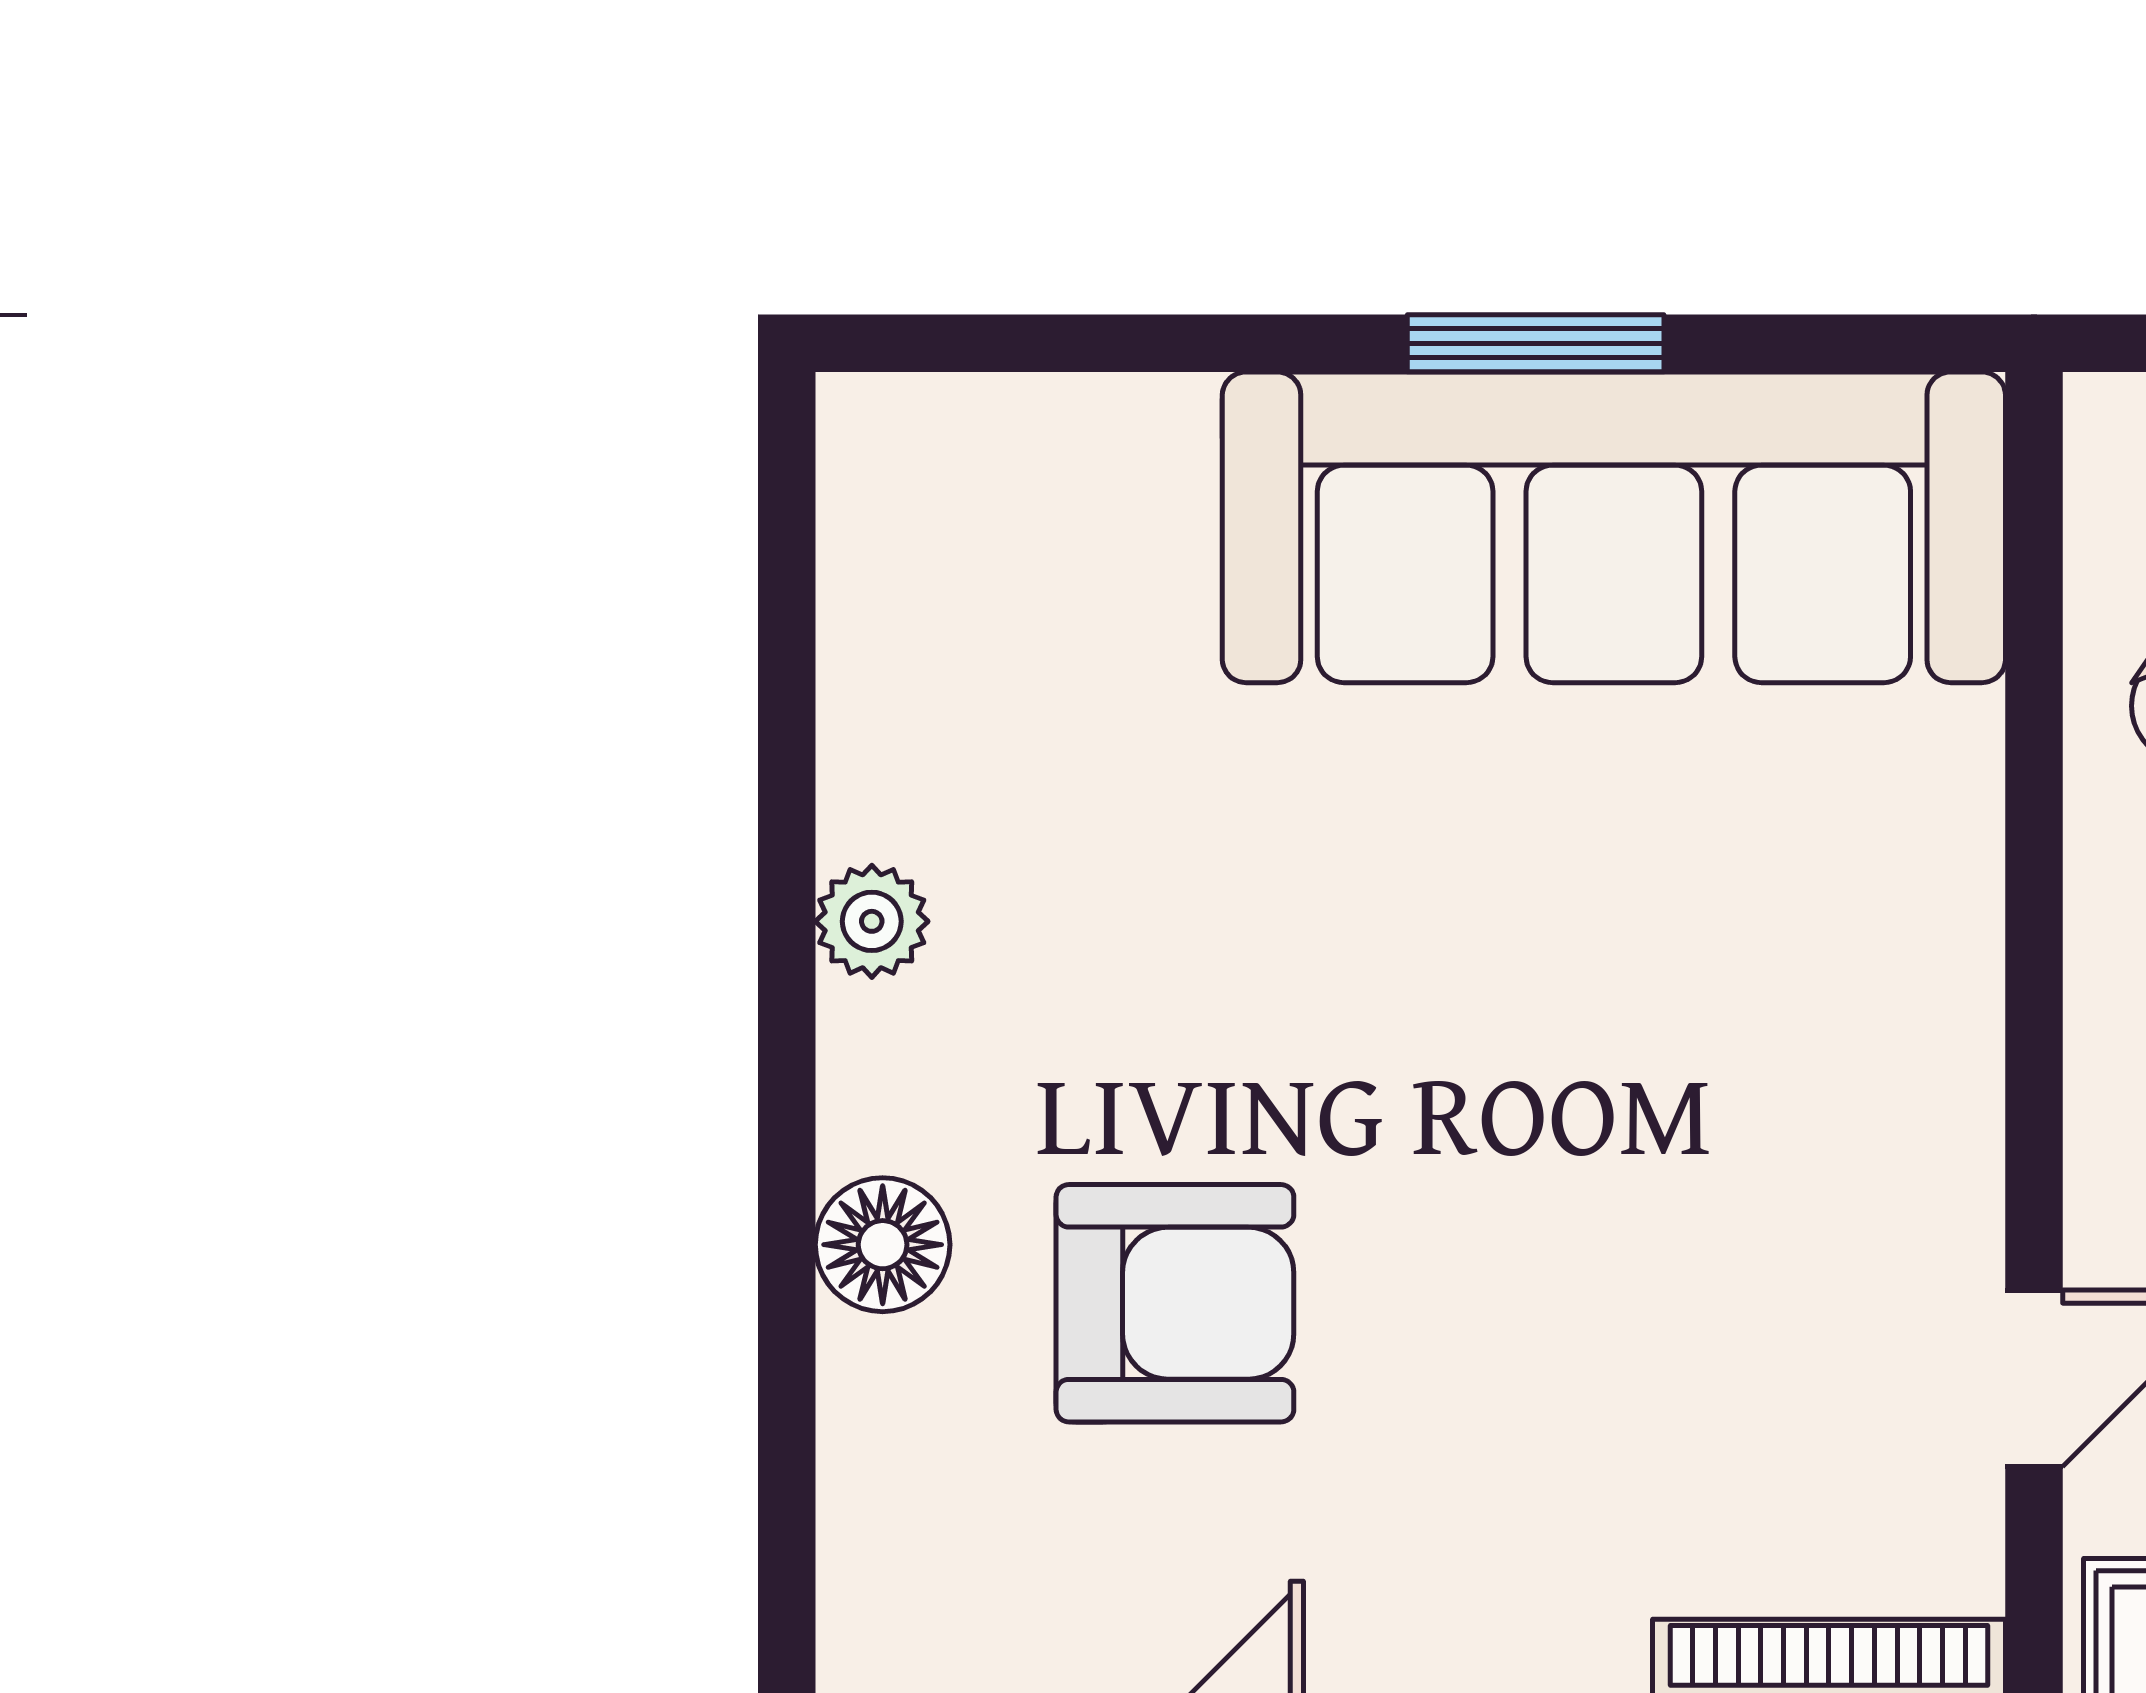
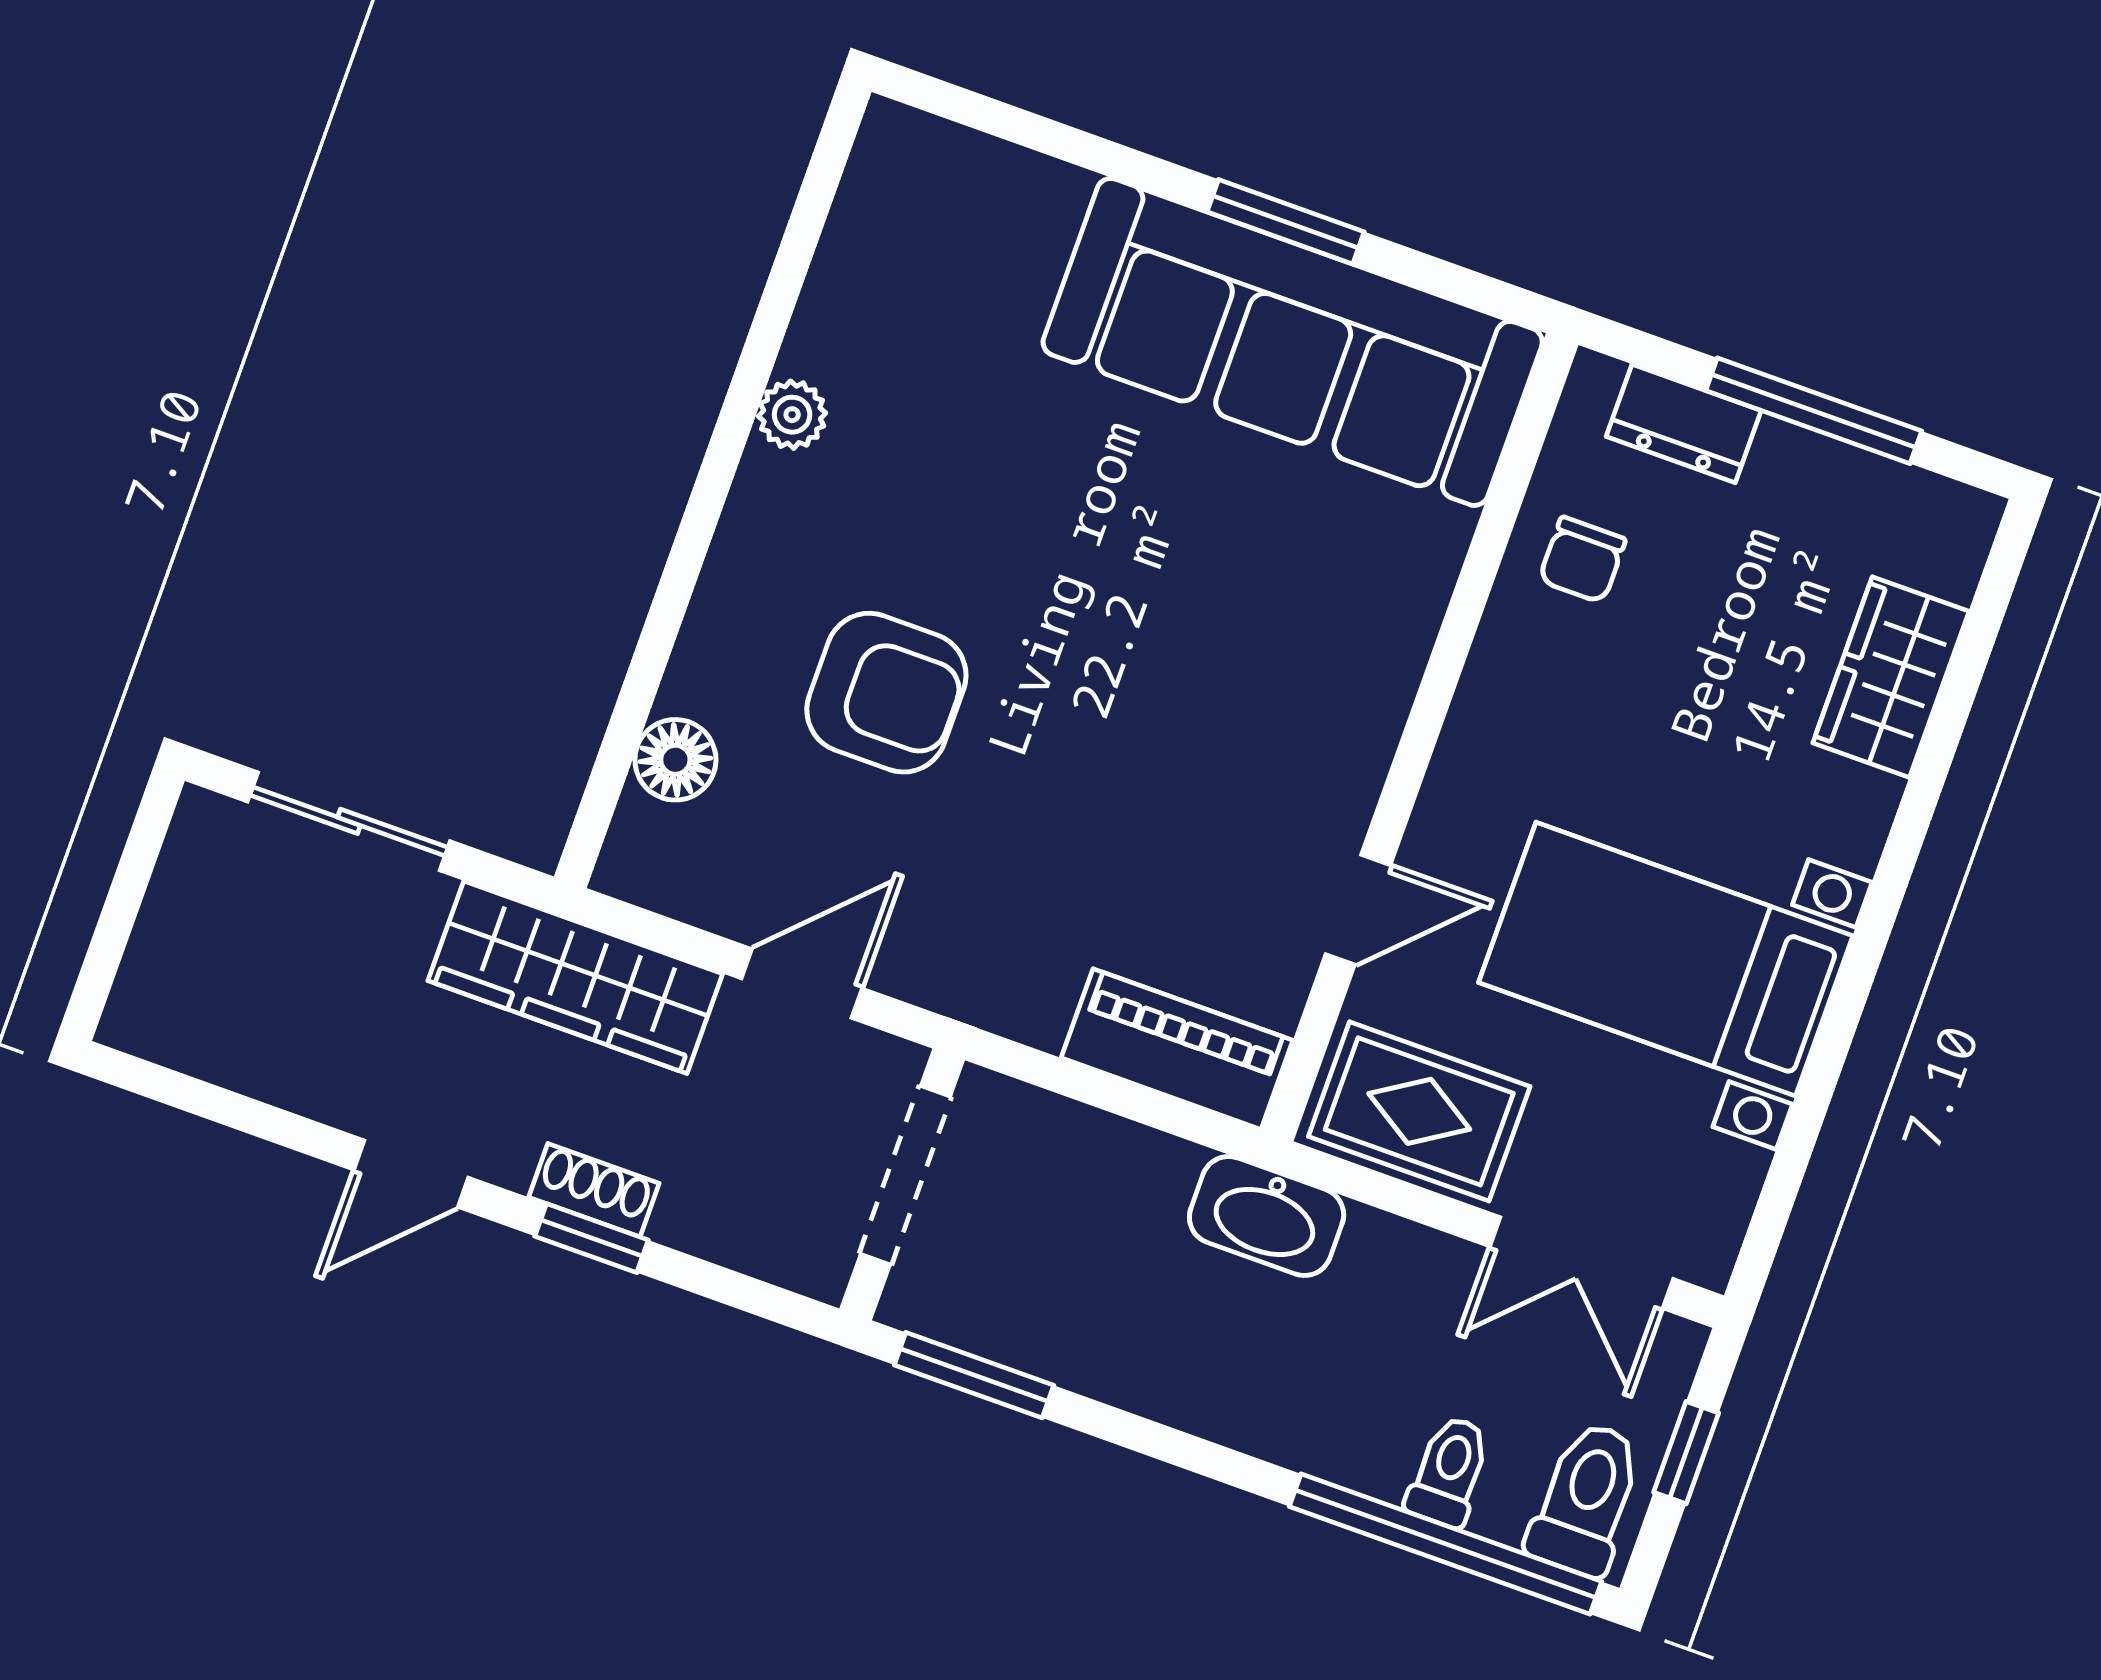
floor lamp: (883, 1245) -> (675, 760), moved

